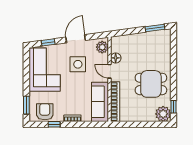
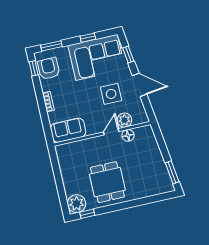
plant: (102, 47) -> (124, 120), moved
window: (26, 73) -> (88, 38), added
sofa: (100, 102) -> (68, 130), width x0.73
bookcase: (115, 102) -> (78, 146), removed
armchair: (45, 112) -> (49, 68), turned -91
window: (54, 124) -> (34, 68), moved

